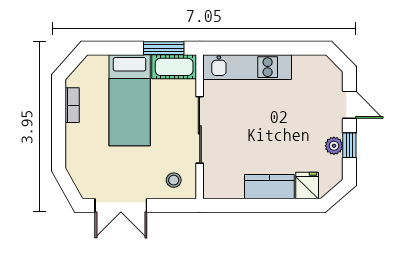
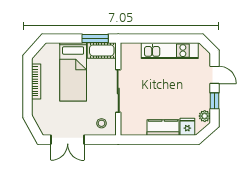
kitchen unit: (247, 67) -> (170, 51), moved
bookcase: (72, 105) -> (36, 81), width x1.56
plant: (334, 146) -> (205, 116), moved

